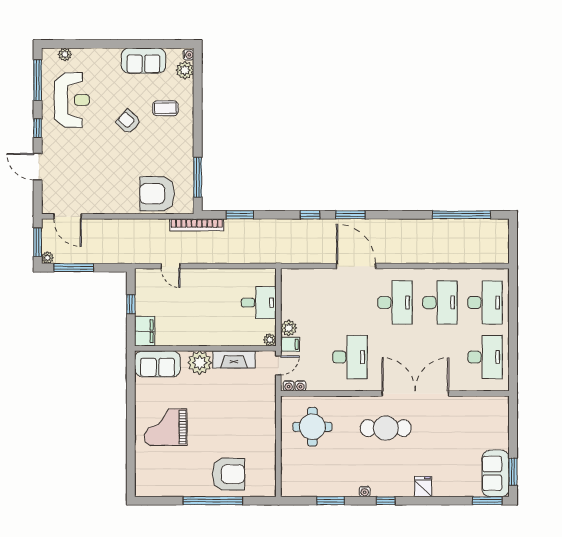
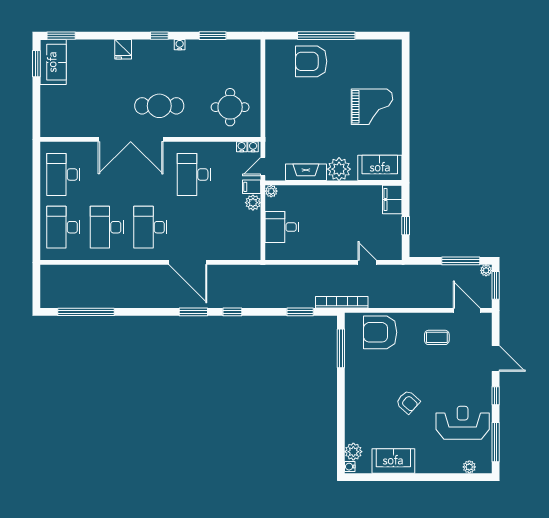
reception desk: (72, 100) -> (463, 423), turned 90
coffee table: (165, 108) -> (437, 337), moved
armchair: (157, 194) -> (380, 332), turned 180

